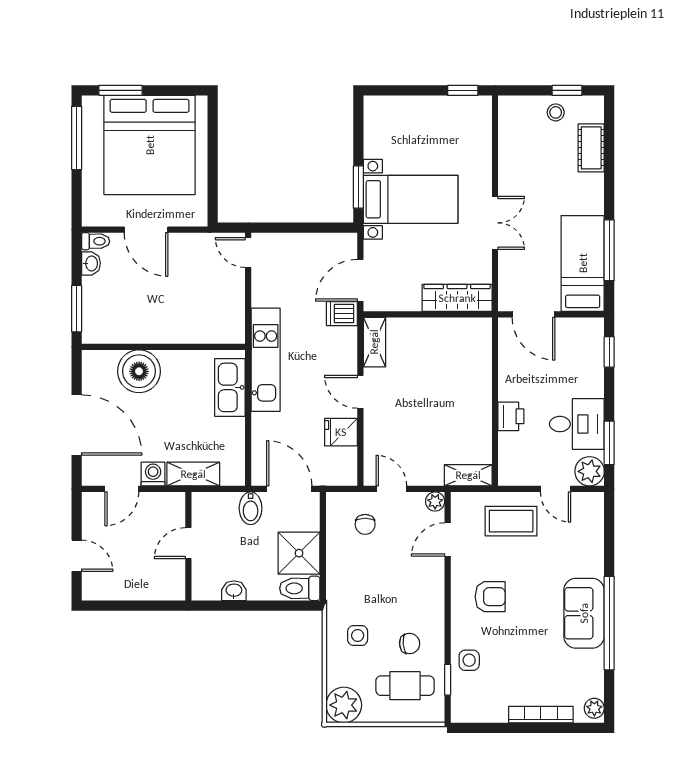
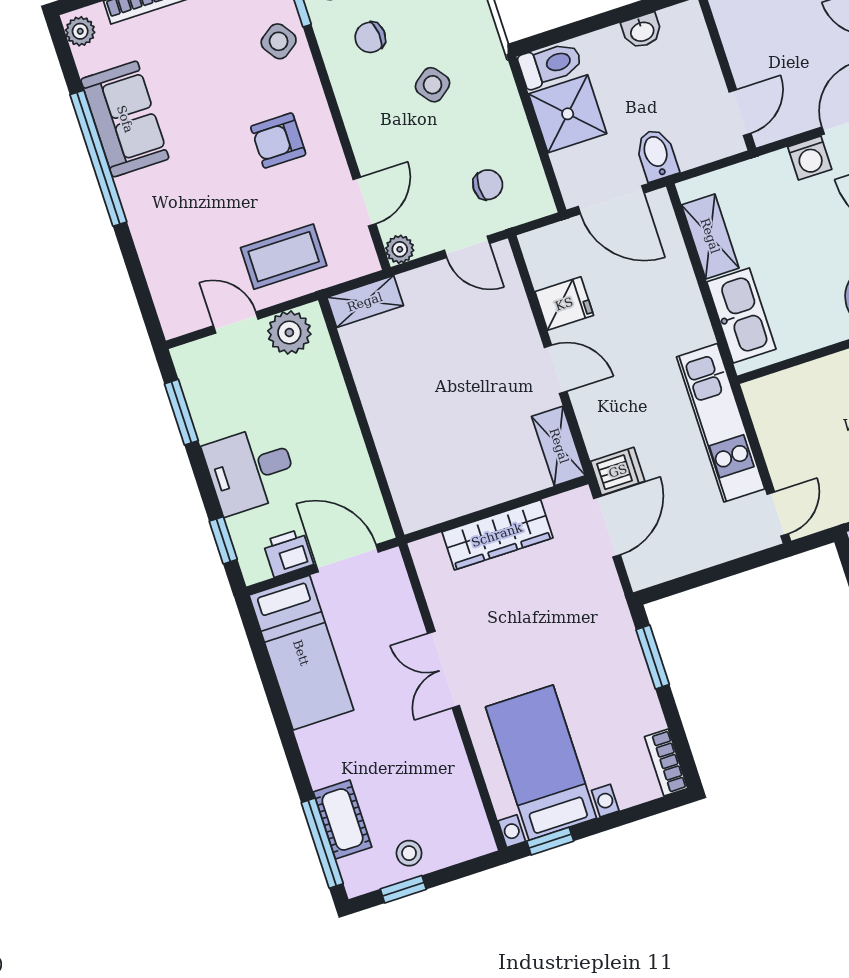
bookcase: (372, 117) -> (666, 762), added
bed with nightstands: (411, 199) -> (541, 763), moved, turned 90
window: (609, 250) -> (322, 843), moved
door: (248, 252) -> (778, 514), hinge flipped
wardrobe: (457, 298) -> (497, 535), moved
kitchen unit: (266, 360) -> (721, 423), moved
printer: (511, 416) -> (288, 553), moved, turned 90
desk: (577, 424) -> (251, 469), moved
plant: (590, 471) -> (289, 332), moved
shelving: (193, 474) -> (710, 236), moved, turned 90
chair: (365, 524) -> (488, 185), turned 90
door: (188, 543) -> (740, 113), moved
sofa: (584, 613) -> (125, 119), moved
side table: (358, 635) -> (433, 85), moved, turned -38
side table: (469, 660) -> (279, 41), turned -35

